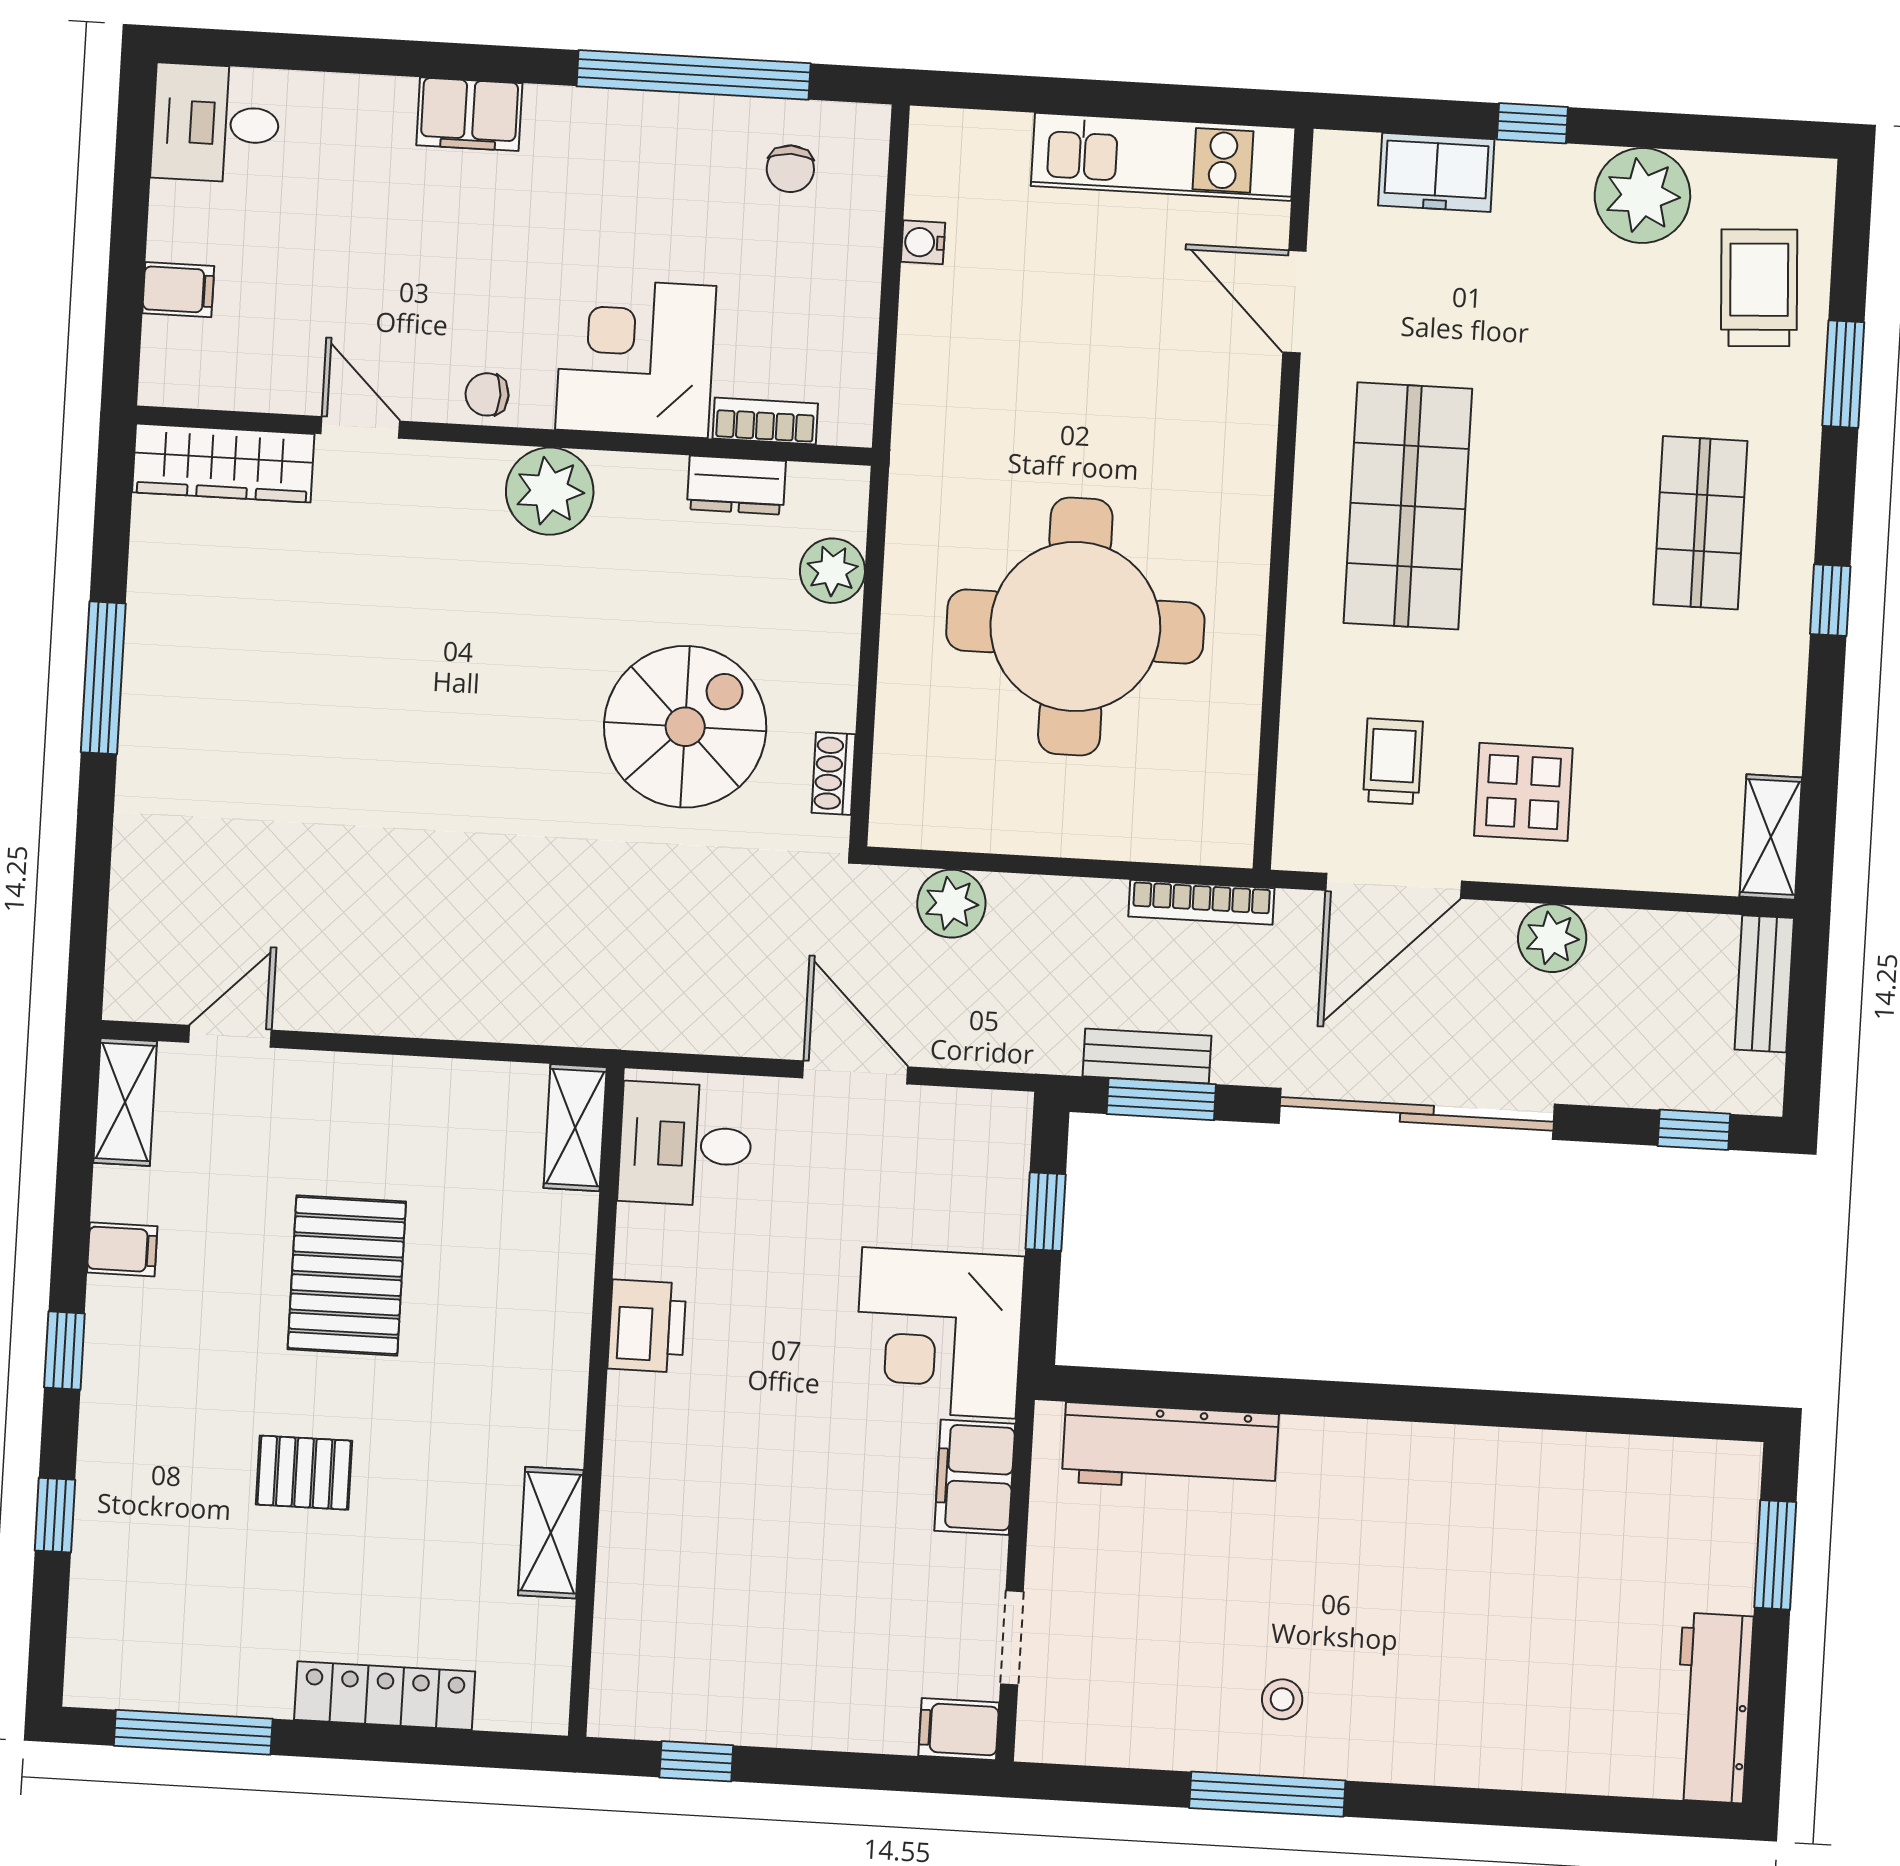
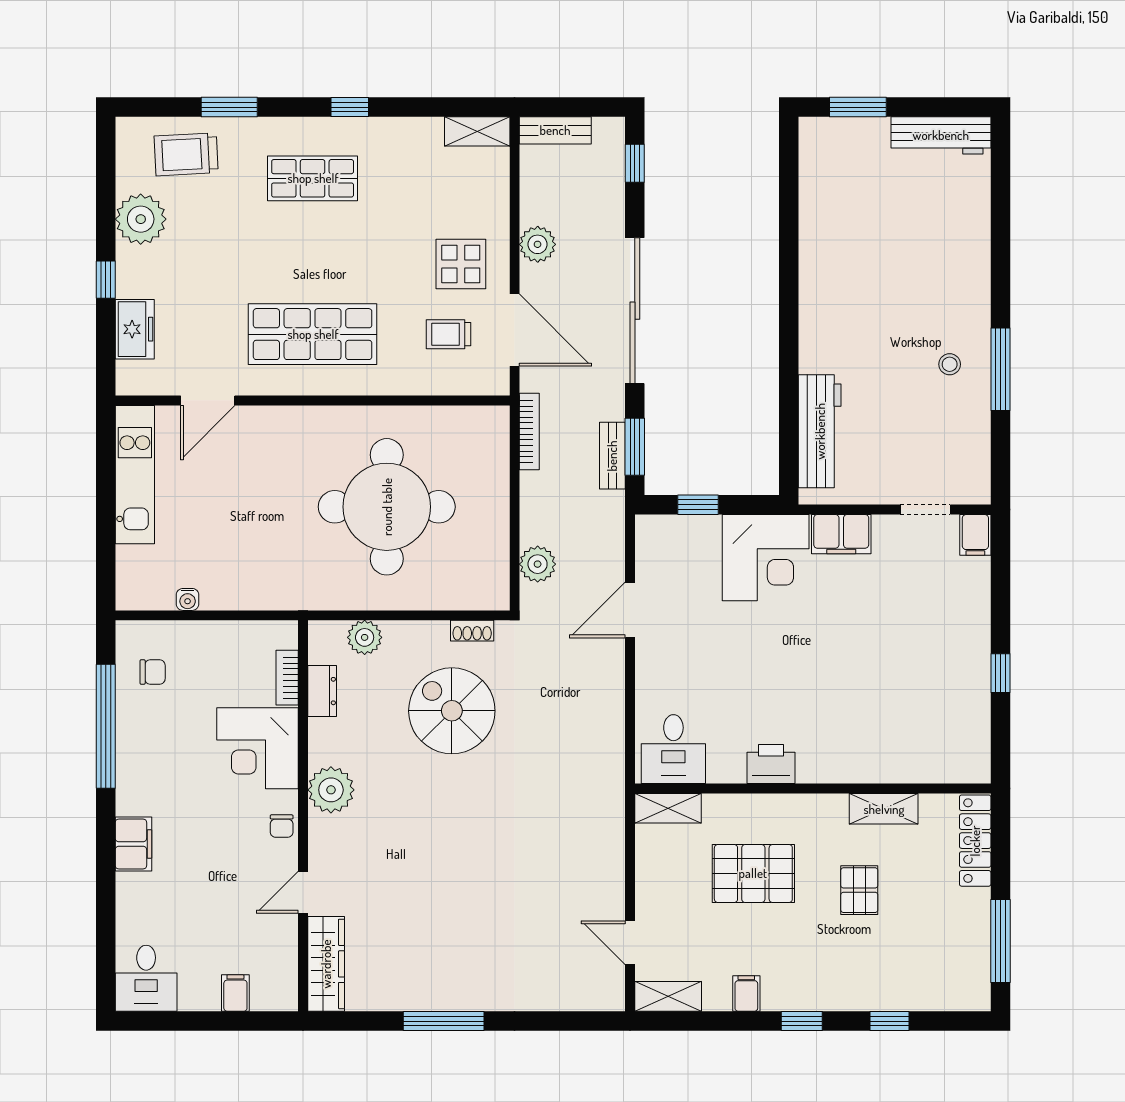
shelving: (575, 1128) -> (668, 808), moved
desk: (685, 1144) -> (673, 749), moved
printer: (647, 1326) -> (771, 764), moved
wall: (596, 1402) -> (813, 789), moved
shelving: (551, 1533) -> (884, 809), moved

